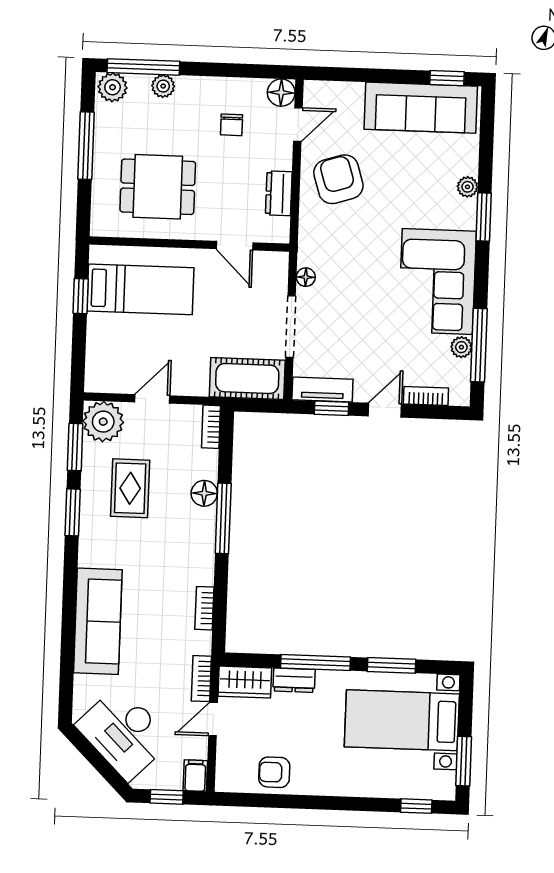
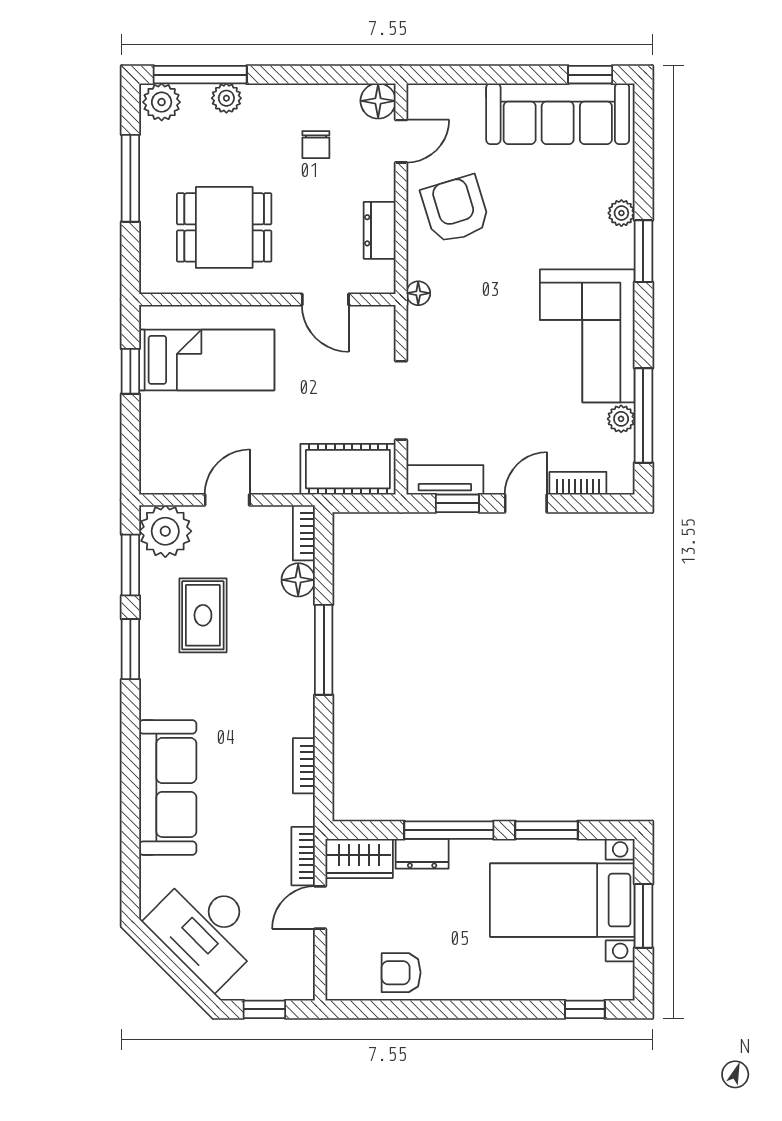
floor lamp: (306, 277) -> (418, 293), moved
floor lamp: (204, 493) -> (298, 580), moved
window: (464, 761) -> (643, 916), moved
filing cabinet: (195, 776) -> (300, 981), removed

